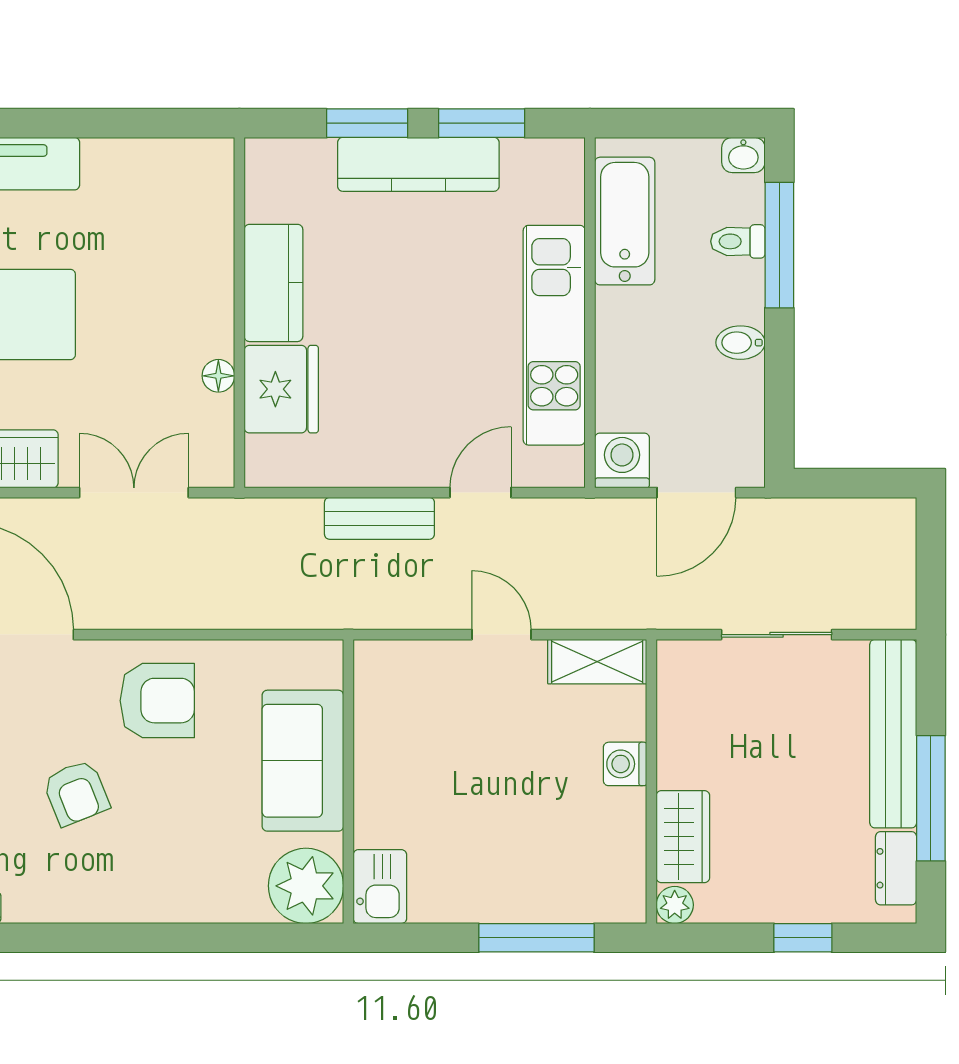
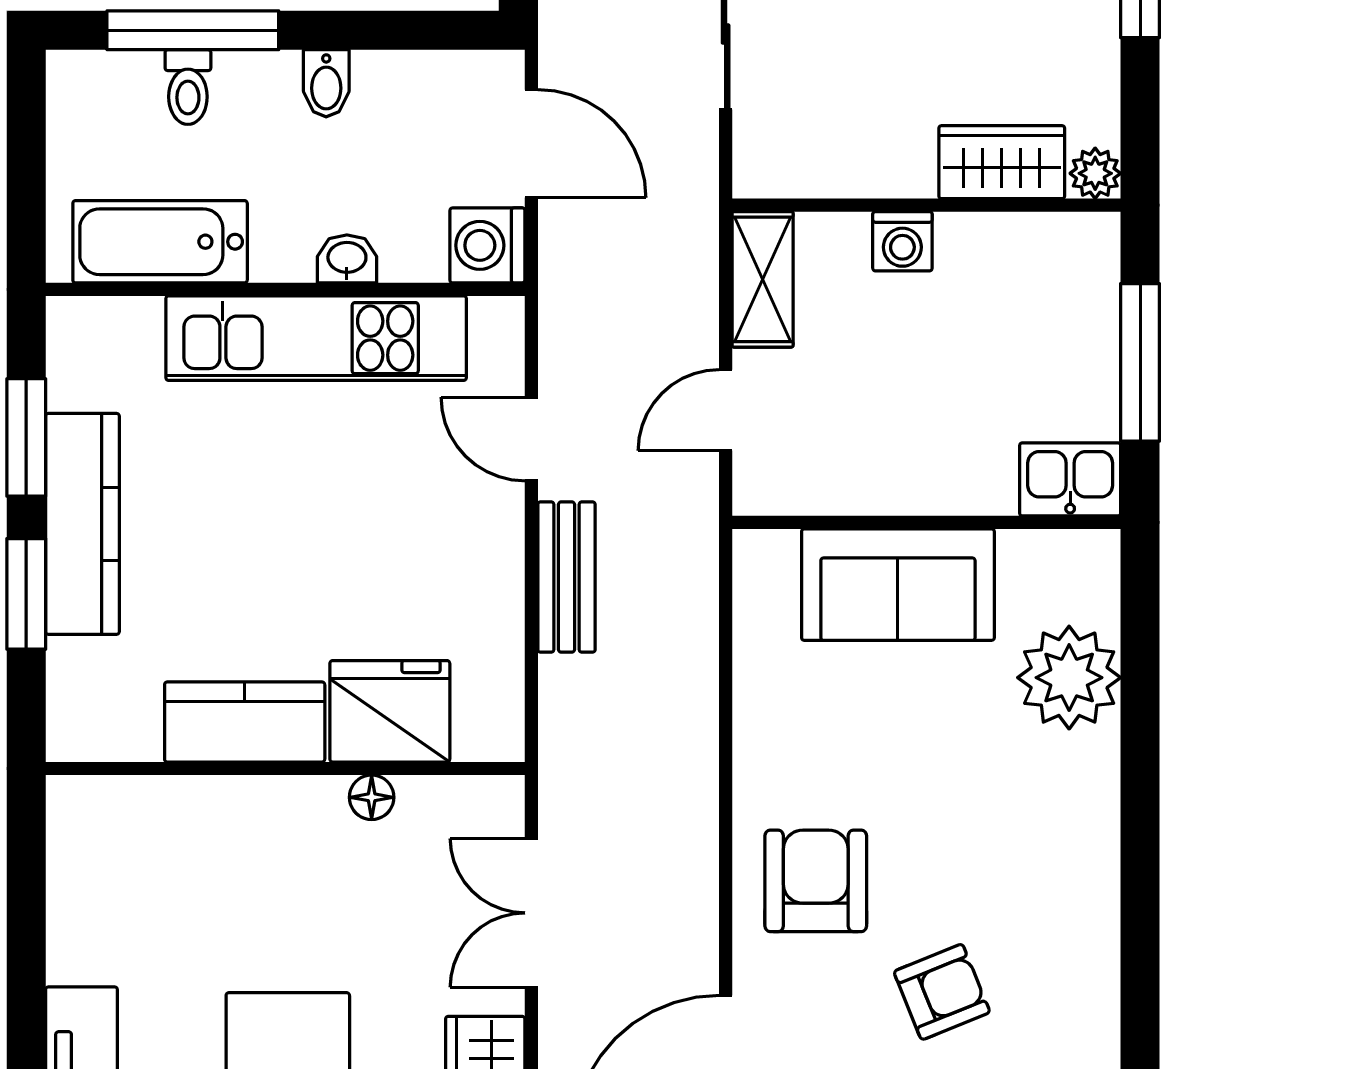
washbasin: (743, 155) -> (347, 259), moved, turned -90
sofa: (303, 761) -> (898, 585), moved
wall: (348, 781) -> (926, 522), moved
kitchen sink: (380, 887) -> (1070, 479), moved

